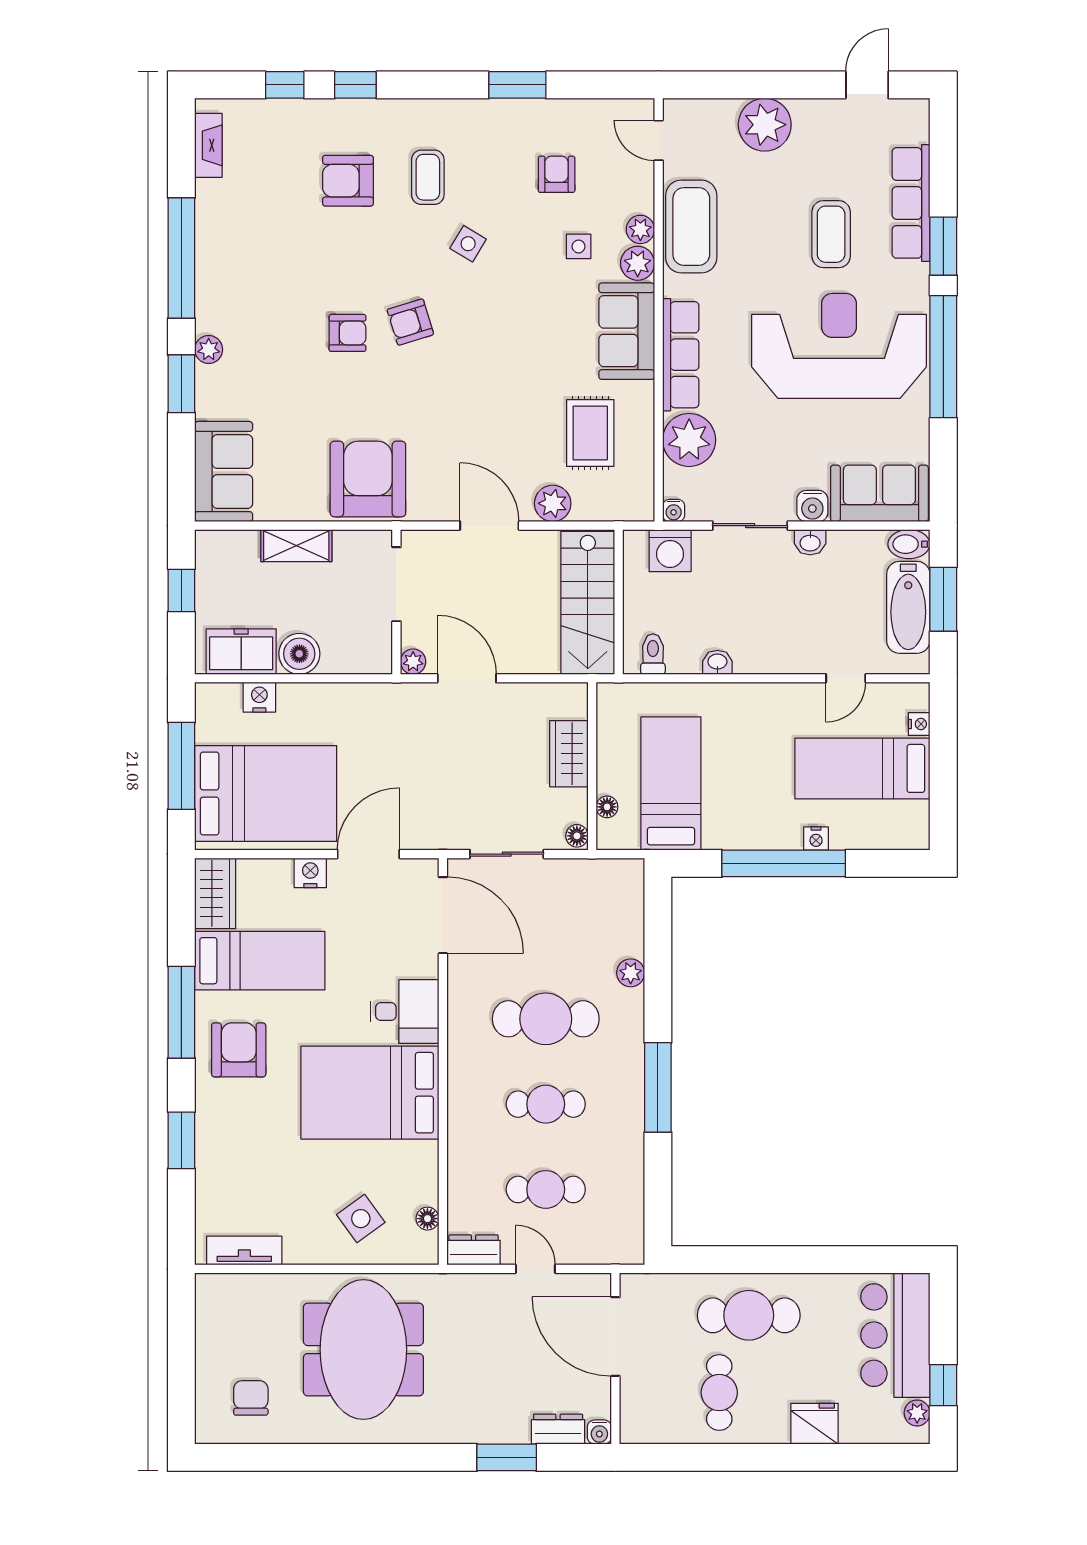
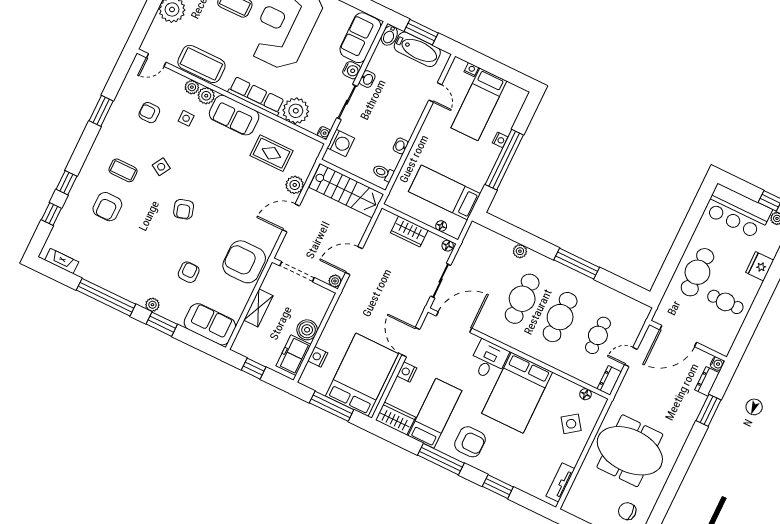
armchair: (348, 333) -> (189, 272), moved
armchair: (239, 1050) -> (470, 442), turned 180
cafe table: (546, 1104) -> (560, 317), width x1.37, depth x1.35

